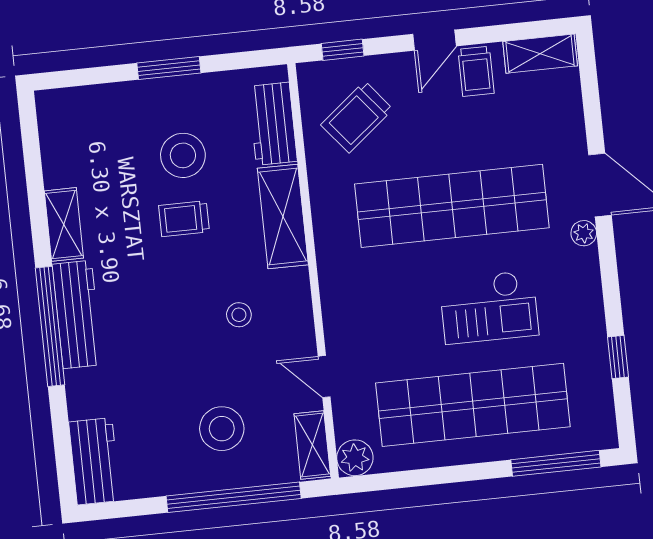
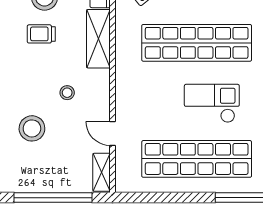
checkout: (489, 307) -> (212, 103), turned 180
stool: (222, 429) -> (32, 128), moved
plant: (355, 458) -> (125, 182), removed

